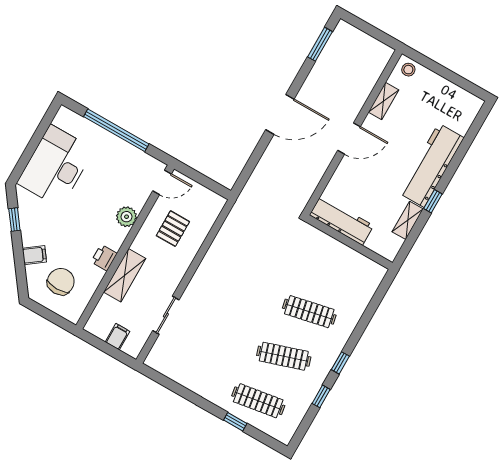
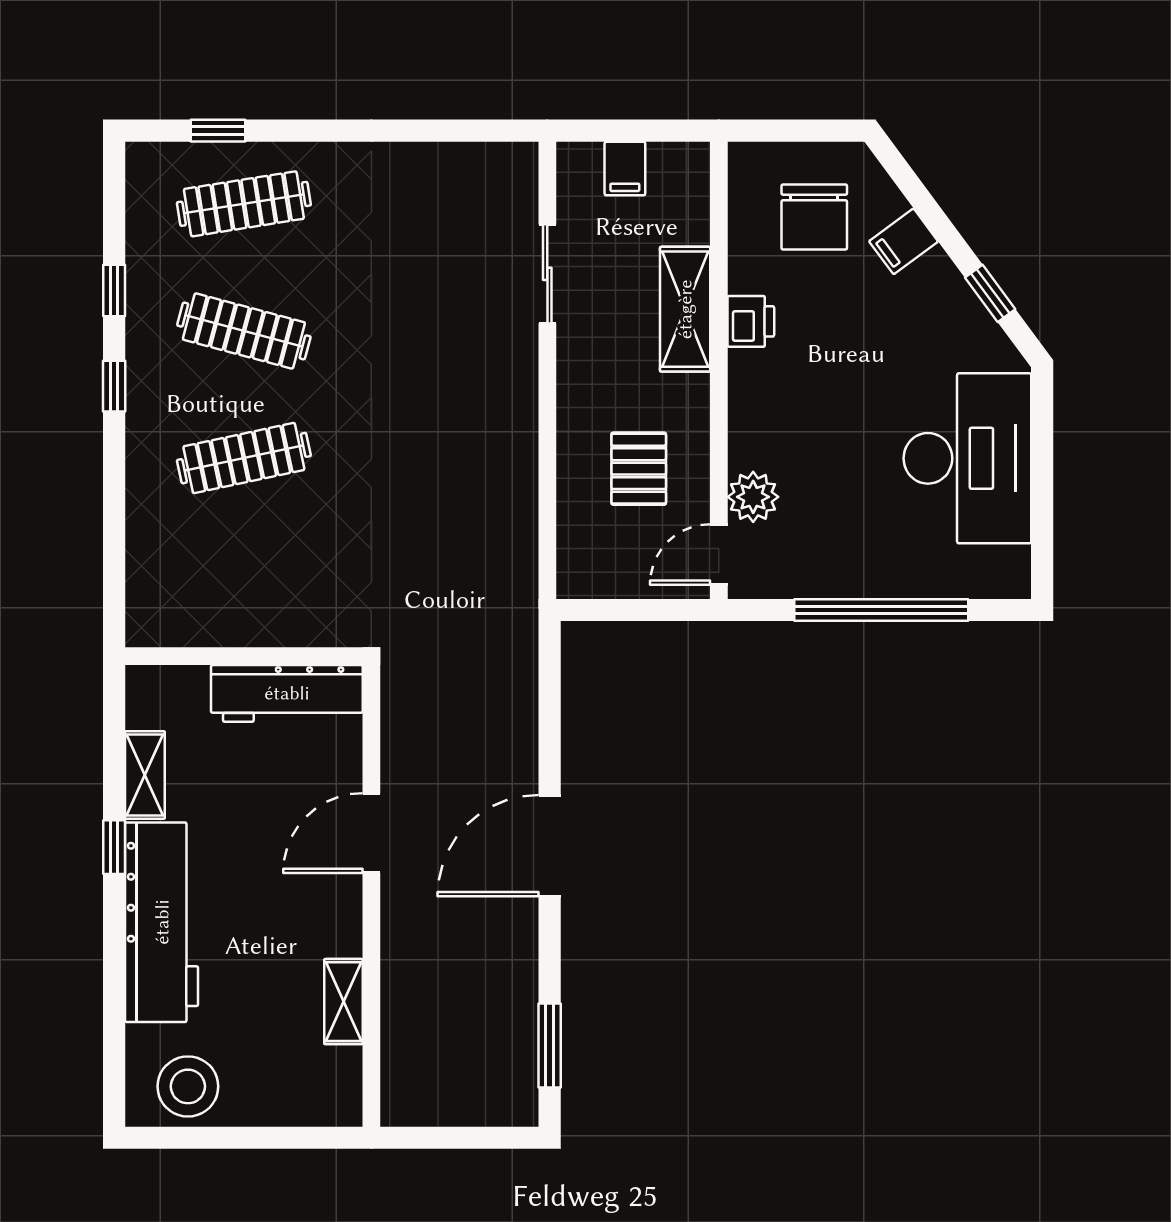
stool: (408, 70) -> (188, 1086), moved, width x1.89, depth x1.89
door: (349, 139) -> (371, 833), moved
plant: (127, 217) -> (753, 497), moved
clothes rail: (284, 356) -> (244, 331), turned 33
window: (235, 422) -> (218, 131), moved

